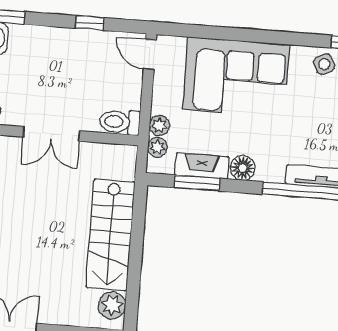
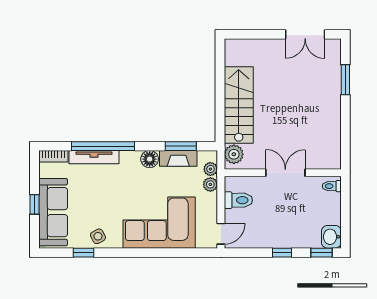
window: (90, 23) -> (282, 253), moved
door: (150, 54) -> (221, 234), hinge flipped
toilet: (120, 122) -> (238, 200), moved
plant: (112, 305) -> (234, 154), moved

